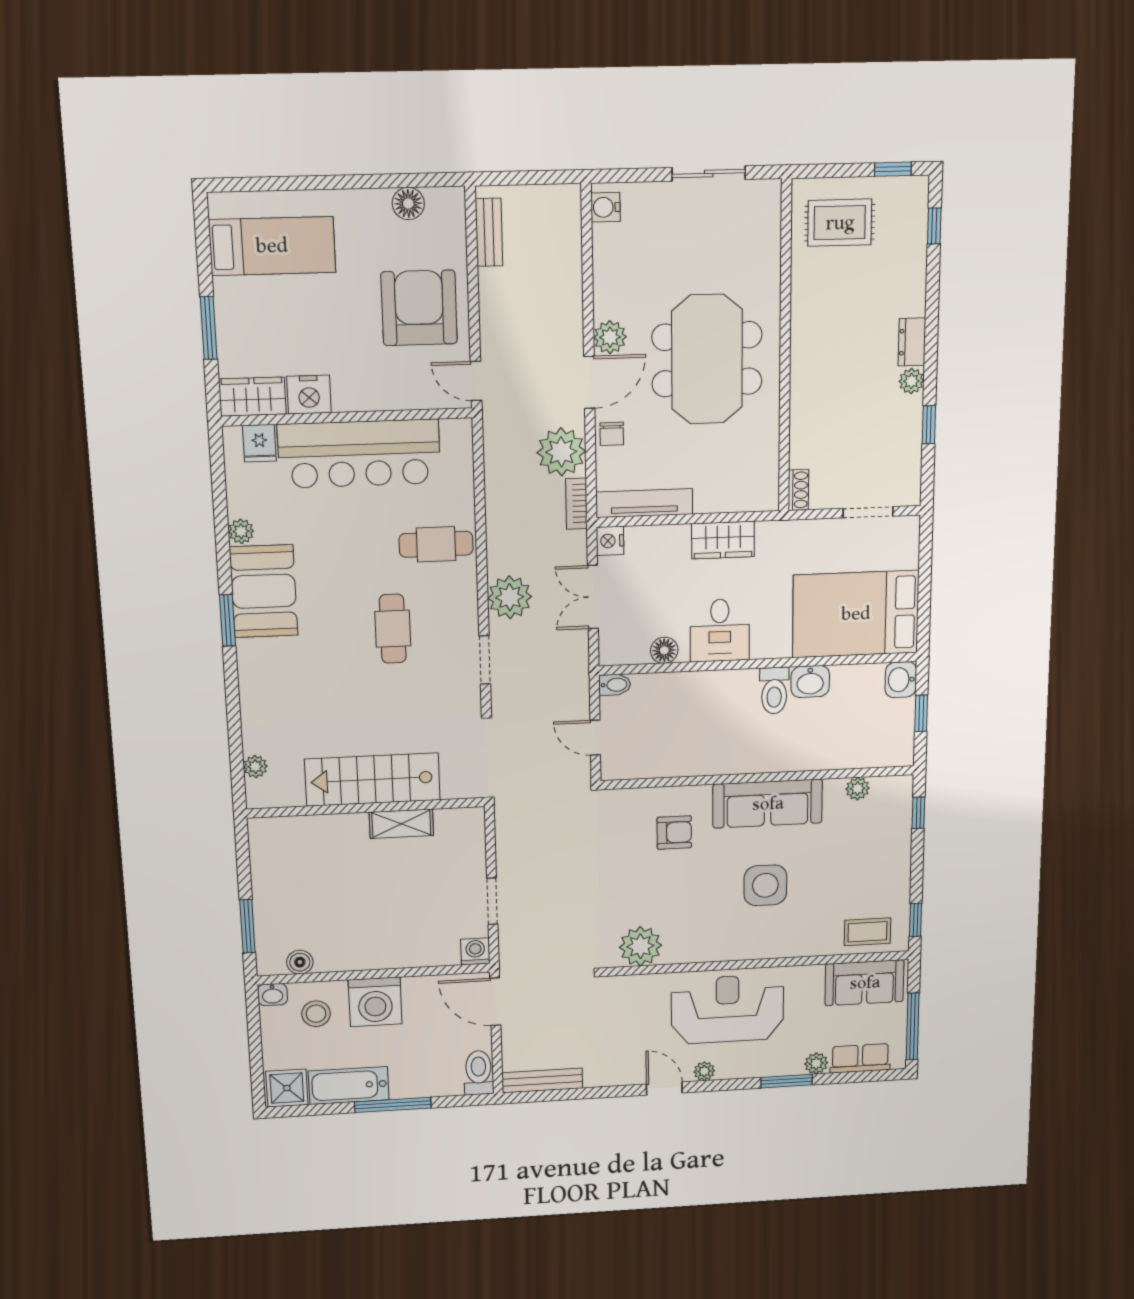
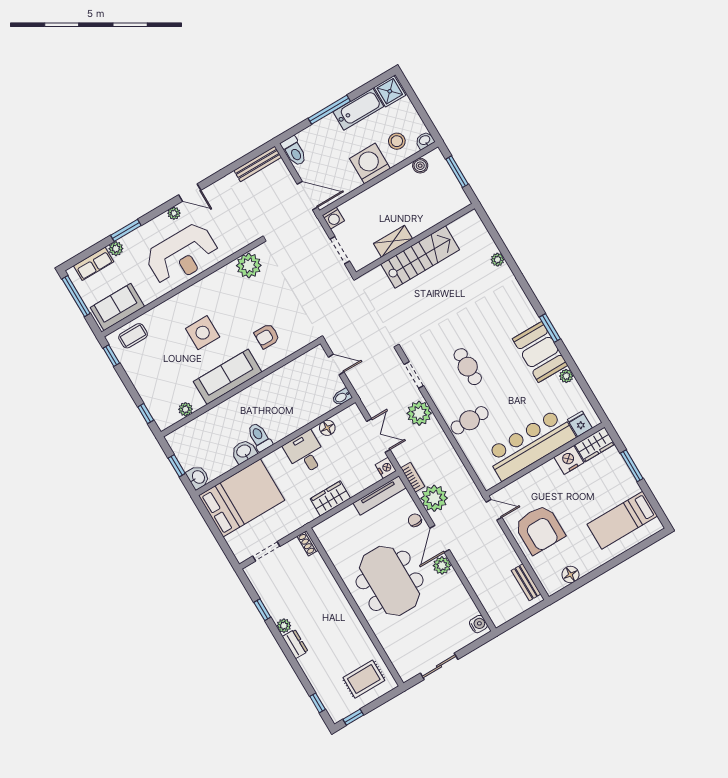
stairs: (372, 780) -> (420, 257), moved
wall: (366, 808) -> (415, 240), moved
shelving: (401, 824) -> (393, 241), moved

